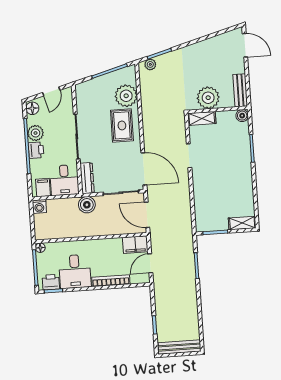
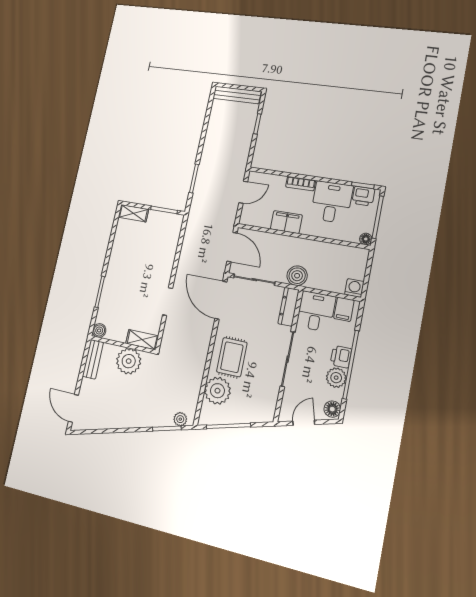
filing cabinet: (135, 245) -> (286, 222), moved
bookcase: (111, 281) -> (301, 184), width x0.64

